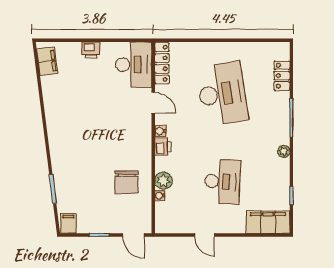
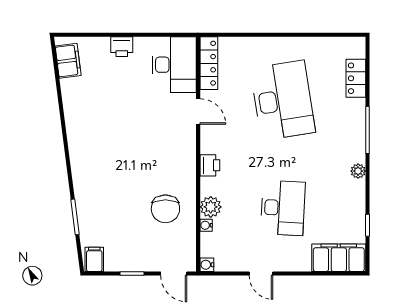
water cooler: (160, 131) -> (207, 265), moved

